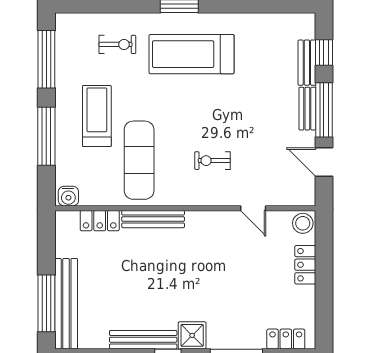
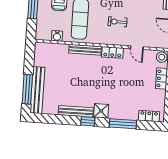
water cooler: (68, 196) -> (57, 36), moved
locker: (100, 221) -> (112, 52), moved

